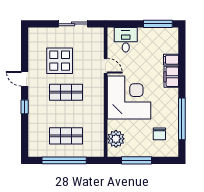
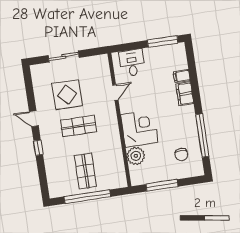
sliding door: (73, 24) -> (64, 56), moved
door: (106, 66) -> (115, 92), hinge flipped
corner desk: (129, 97) -> (139, 129), width x0.74, depth x0.74
shop shelf: (66, 136) -> (85, 171), turned 90
plant: (116, 139) -> (136, 156), moved

